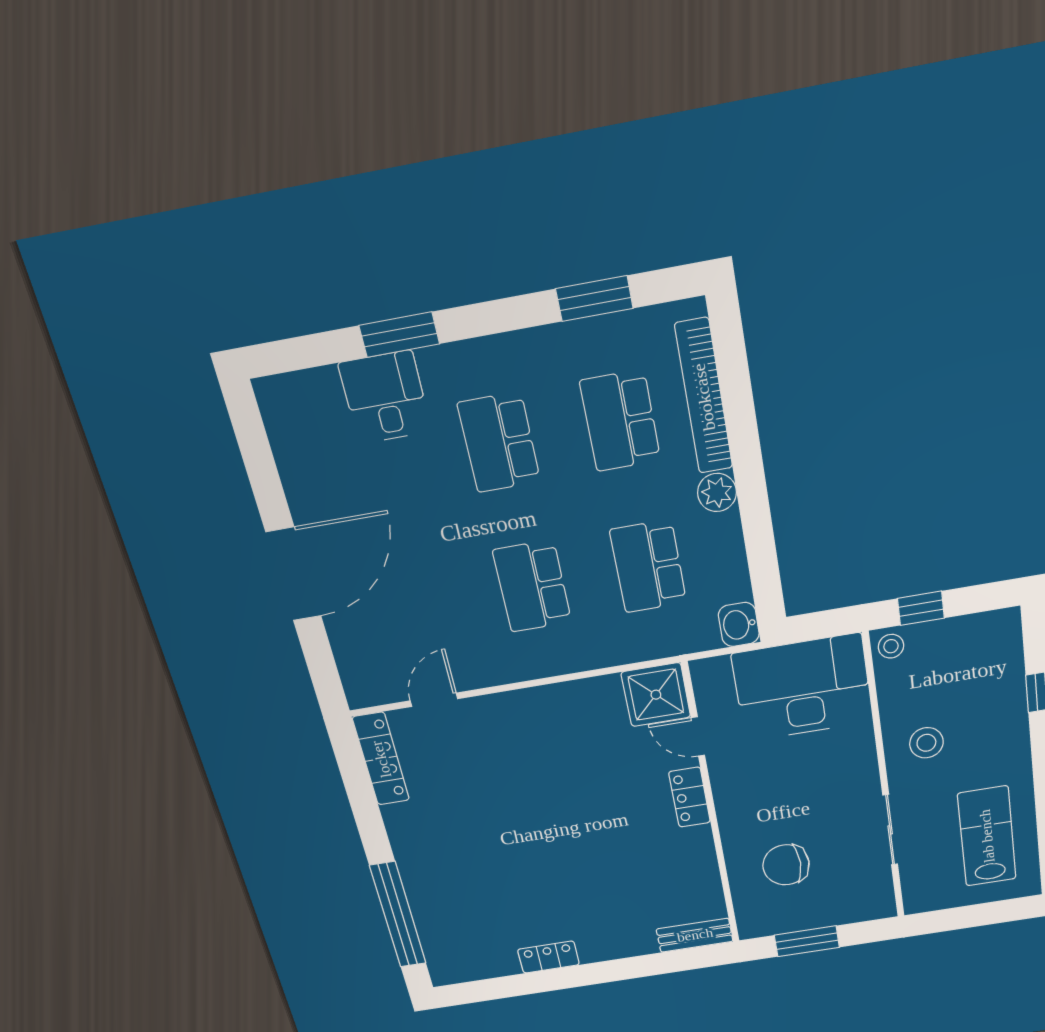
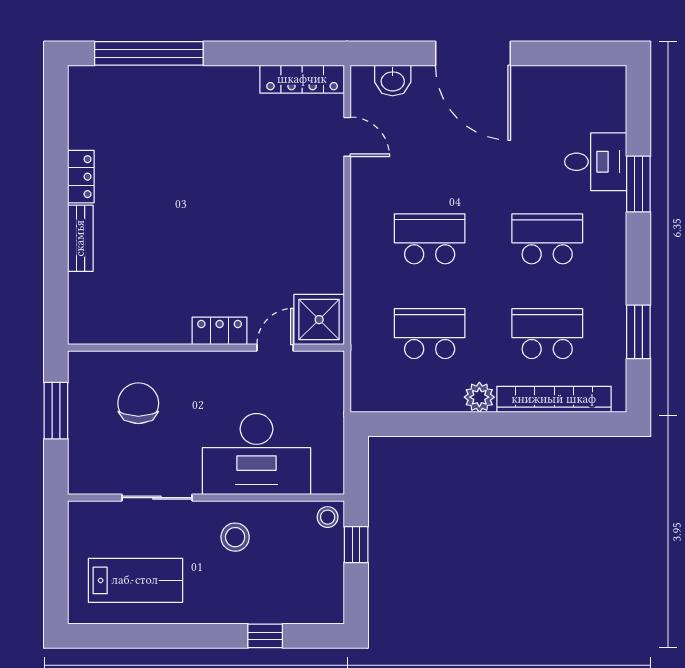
washbasin: (739, 624) -> (393, 80), moved, turned 180
desk: (802, 688) -> (256, 454), moved, turned 90
bench: (695, 935) -> (80, 238), moved

